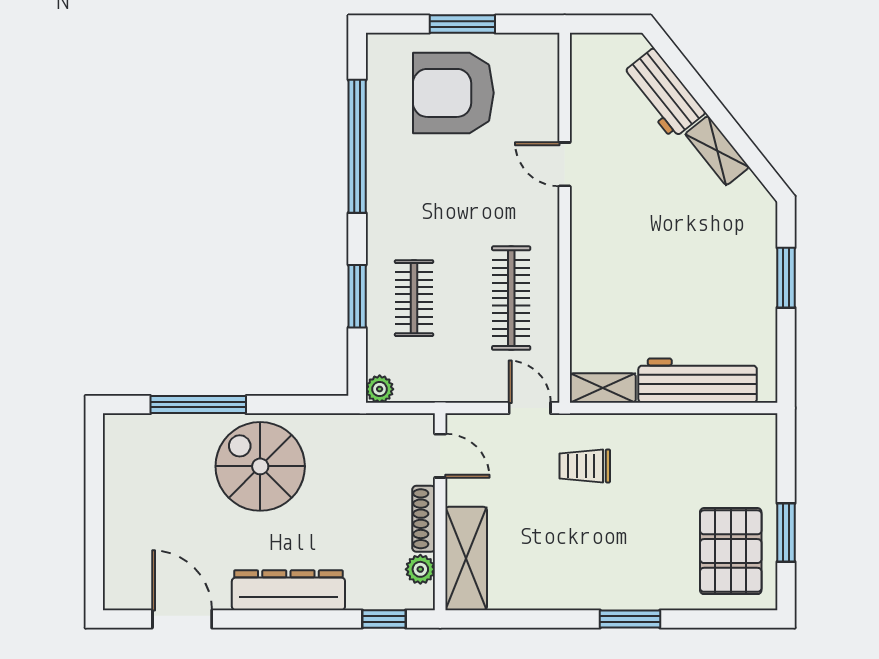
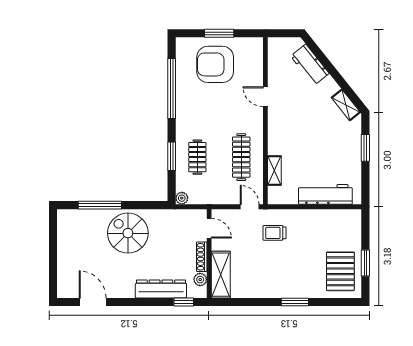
shelving: (717, 151) -> (346, 105), moved
shelving: (603, 388) -> (274, 171), moved, turned 90
dresser: (288, 590) -> (161, 289), moved

